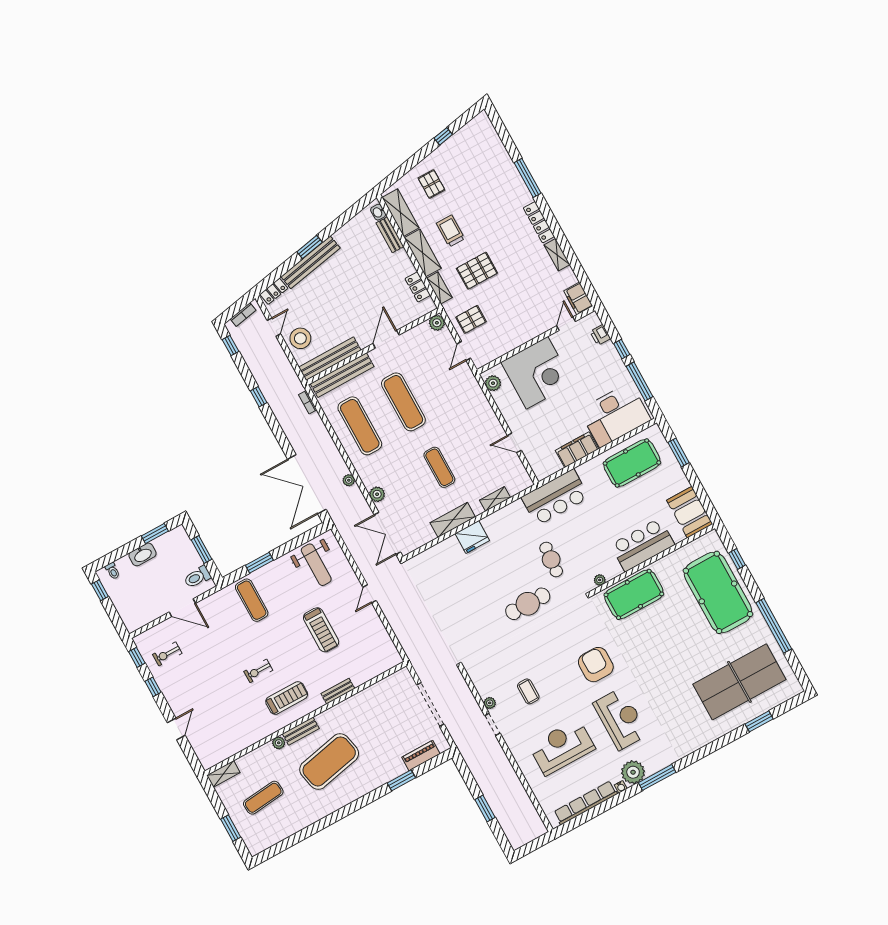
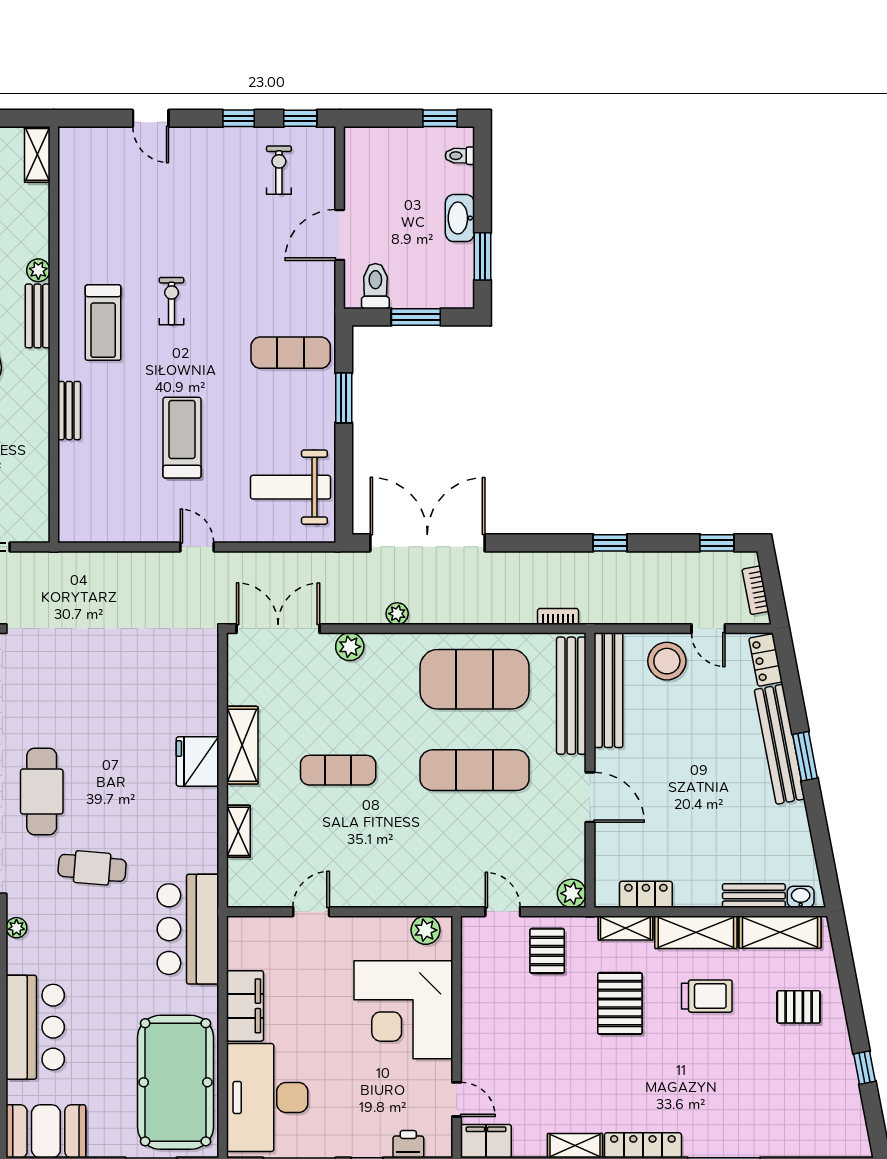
exercise mat: (360, 426) -> (475, 679), width x1.47
pool table: (632, 463) -> (175, 1082), width x1.36, depth x1.32
treadmill: (321, 630) -> (182, 438), turned 90

